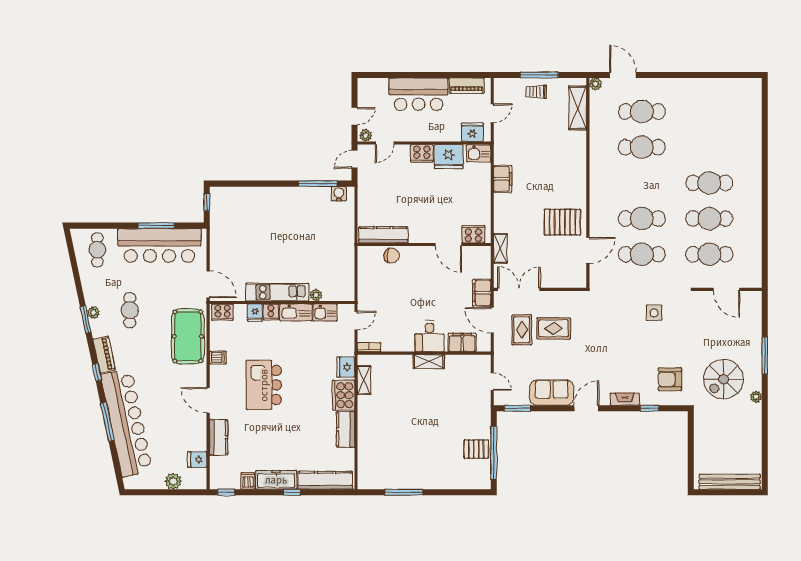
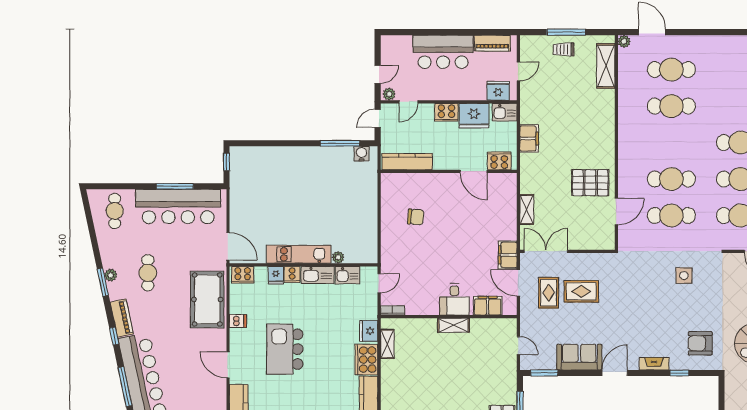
cooker: (473, 234) -> (499, 161), moved
kitchen counter: (383, 235) -> (407, 162), moved
wall: (424, 244) -> (449, 171), moved
door: (448, 244) -> (474, 171), moved

